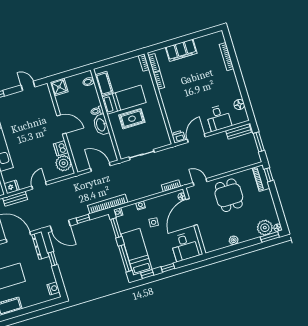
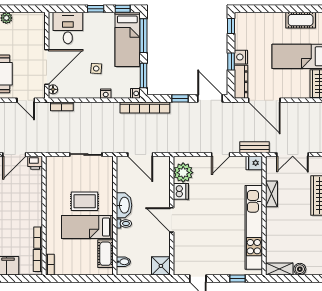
window: (61, 286) -> (231, 26), added
nightstand: (53, 288) -> (241, 57), moved

